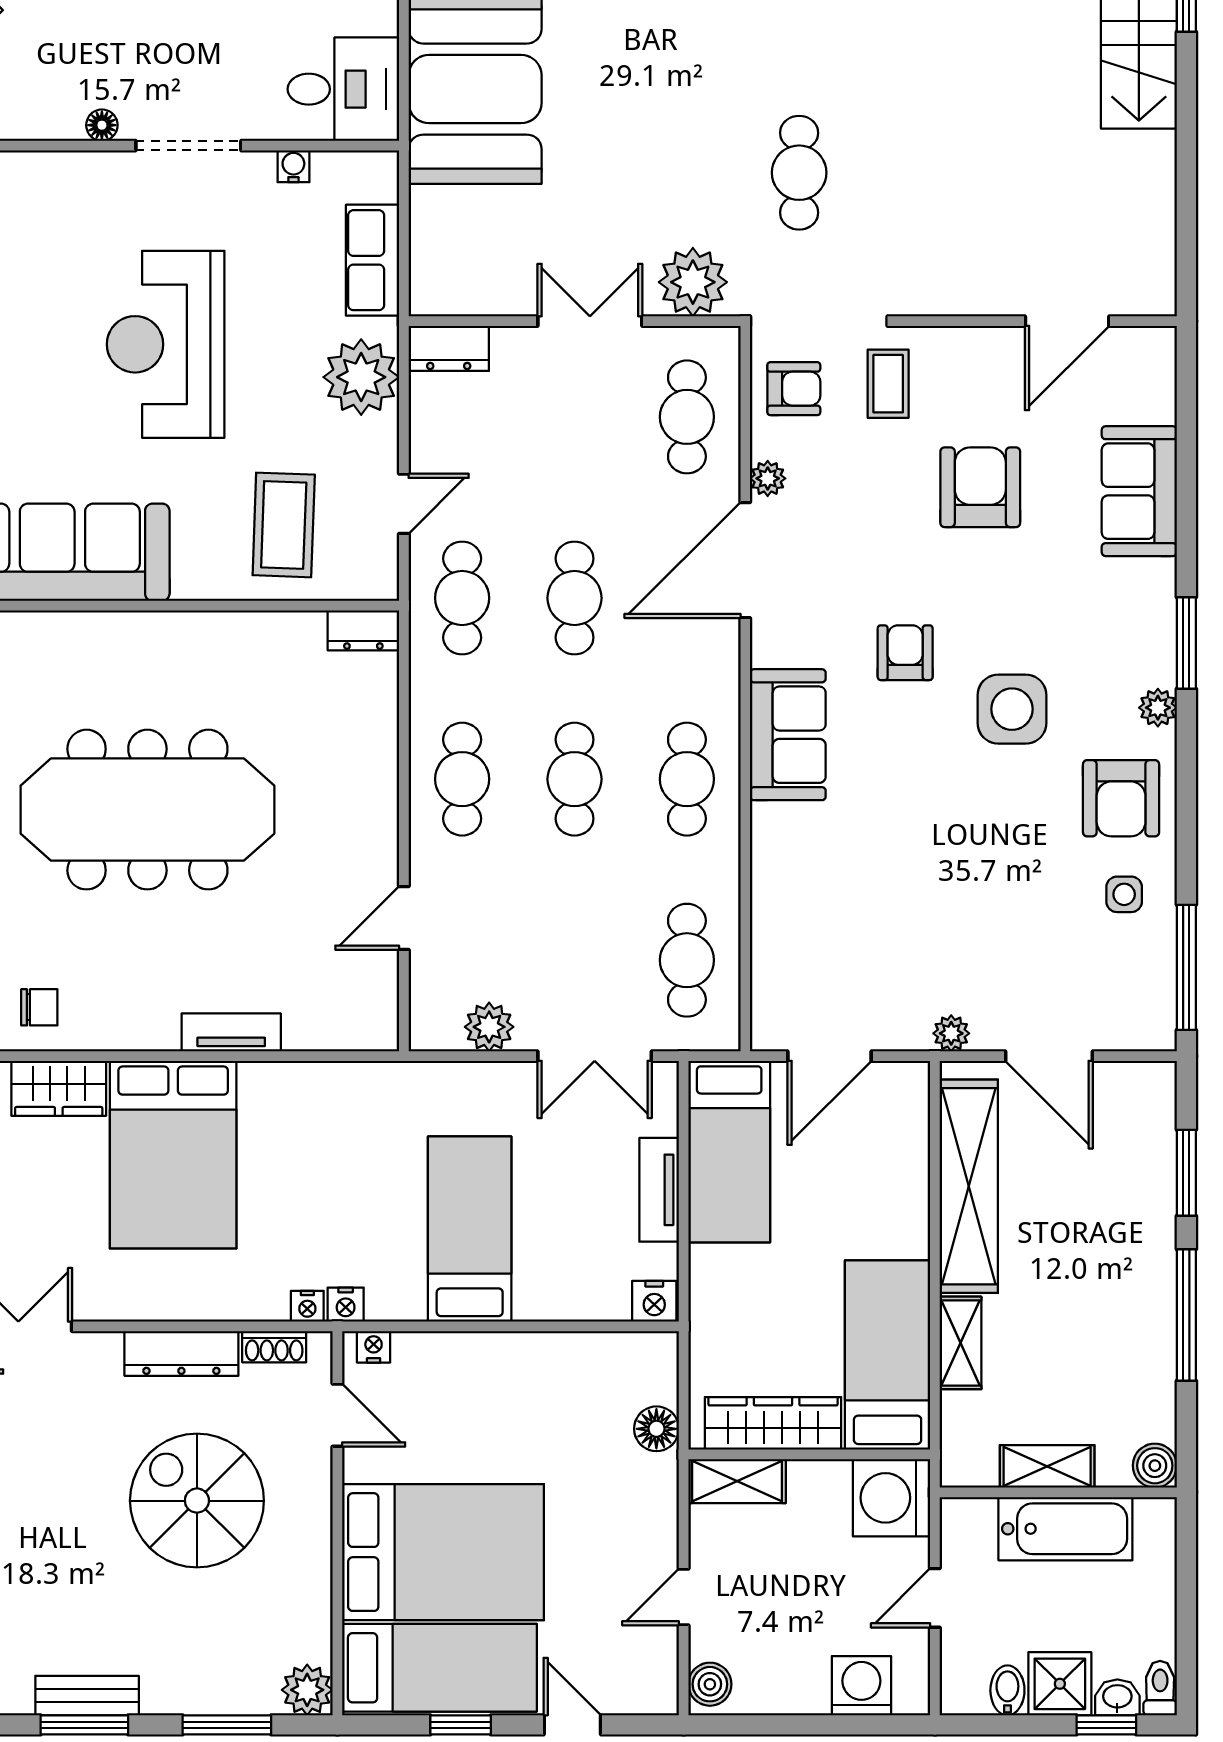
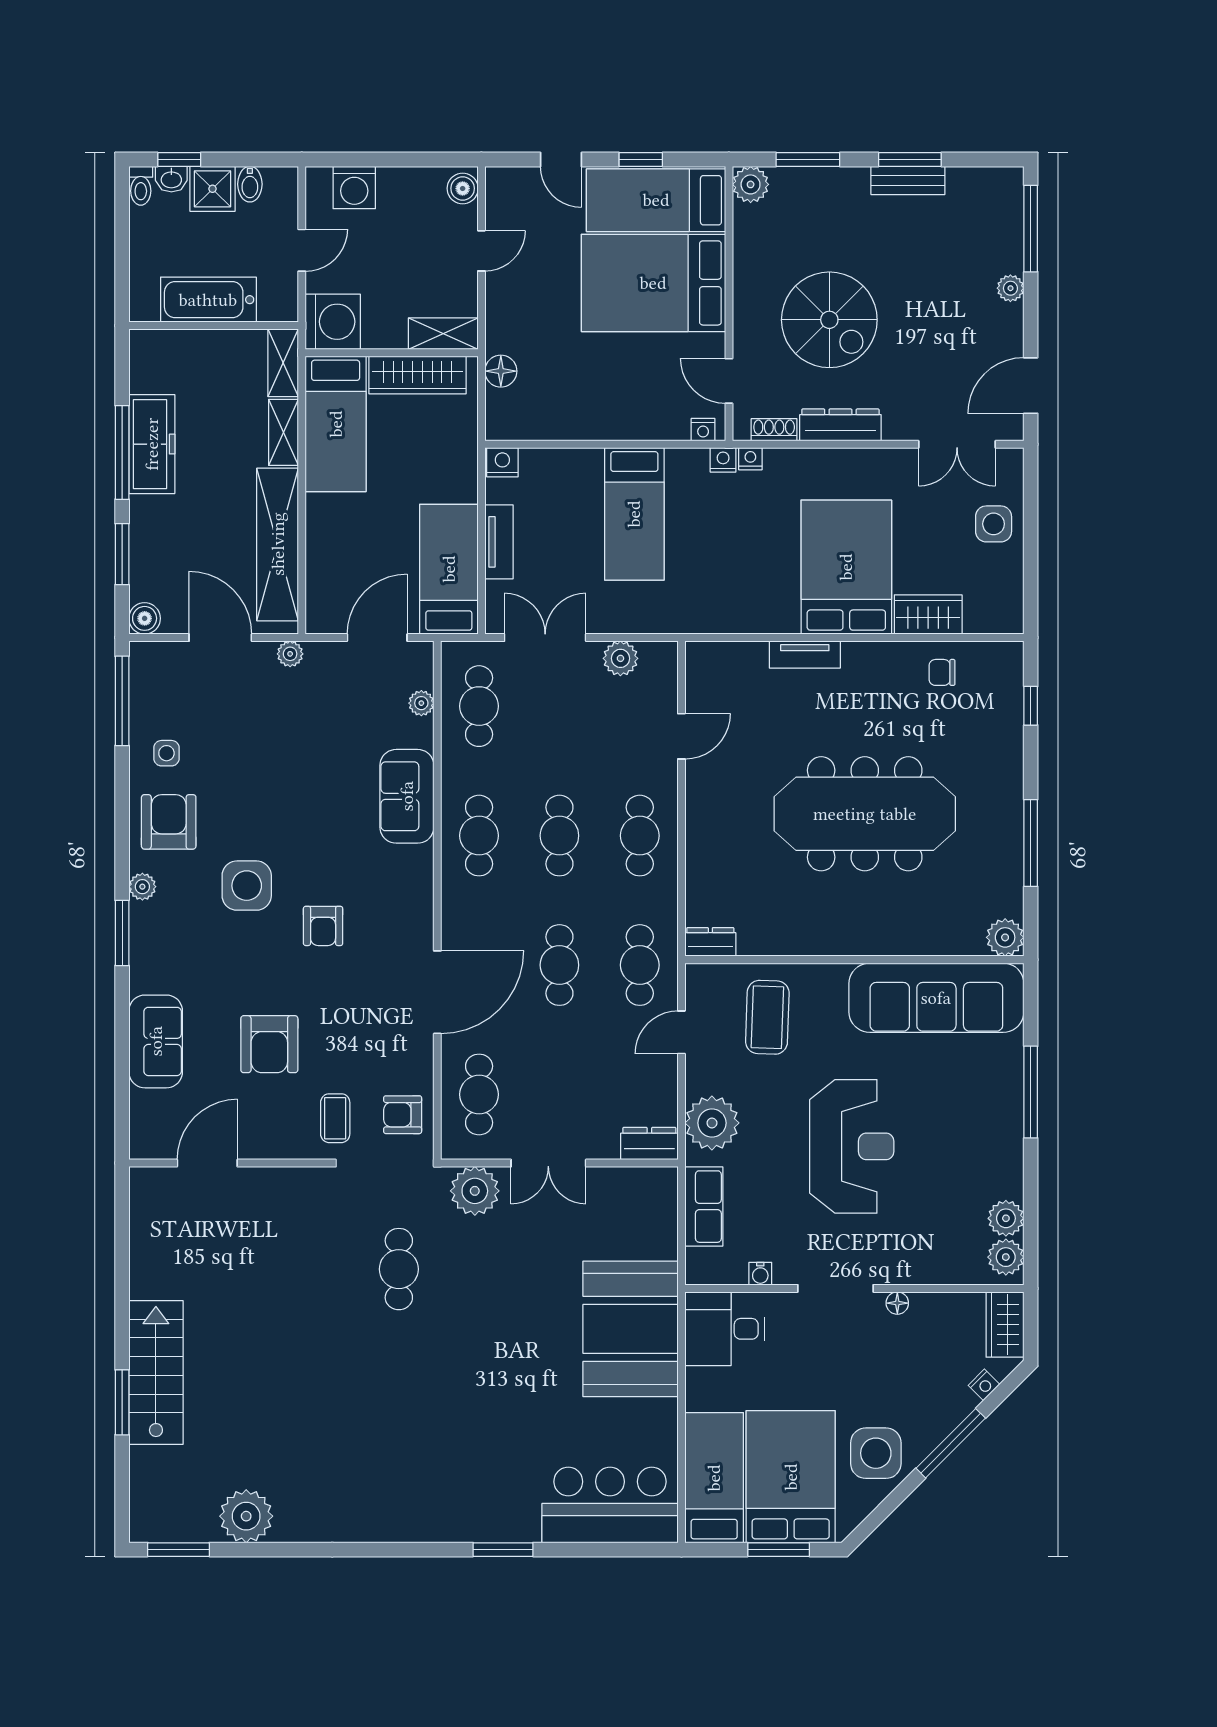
plant: (768, 478) -> (421, 703), moved
sofa: (788, 735) -> (407, 796), moved
freezer: (1145, 1327) -> (152, 444), added
shelving: (1047, 1466) -> (283, 363), moved, turned 90
boiler: (1155, 1466) -> (145, 618), moved

